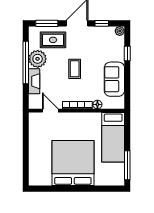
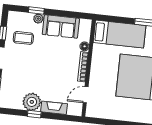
plant: (120, 31) -> (38, 19), moved
rug: (53, 40) -> (14, 84), removed
window: (26, 63) -> (34, 114), width x0.32
coffee table: (75, 69) -> (23, 38), moved

